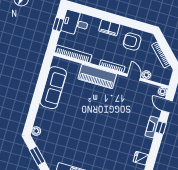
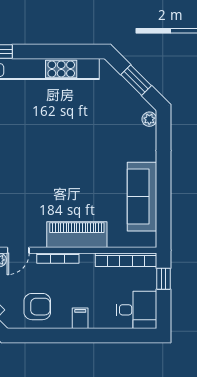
window: (58, 24) -> (163, 279), moved
filing cabinet: (109, 28) -> (80, 318), width x0.50
door: (134, 77) -> (18, 250), hinge flipped

